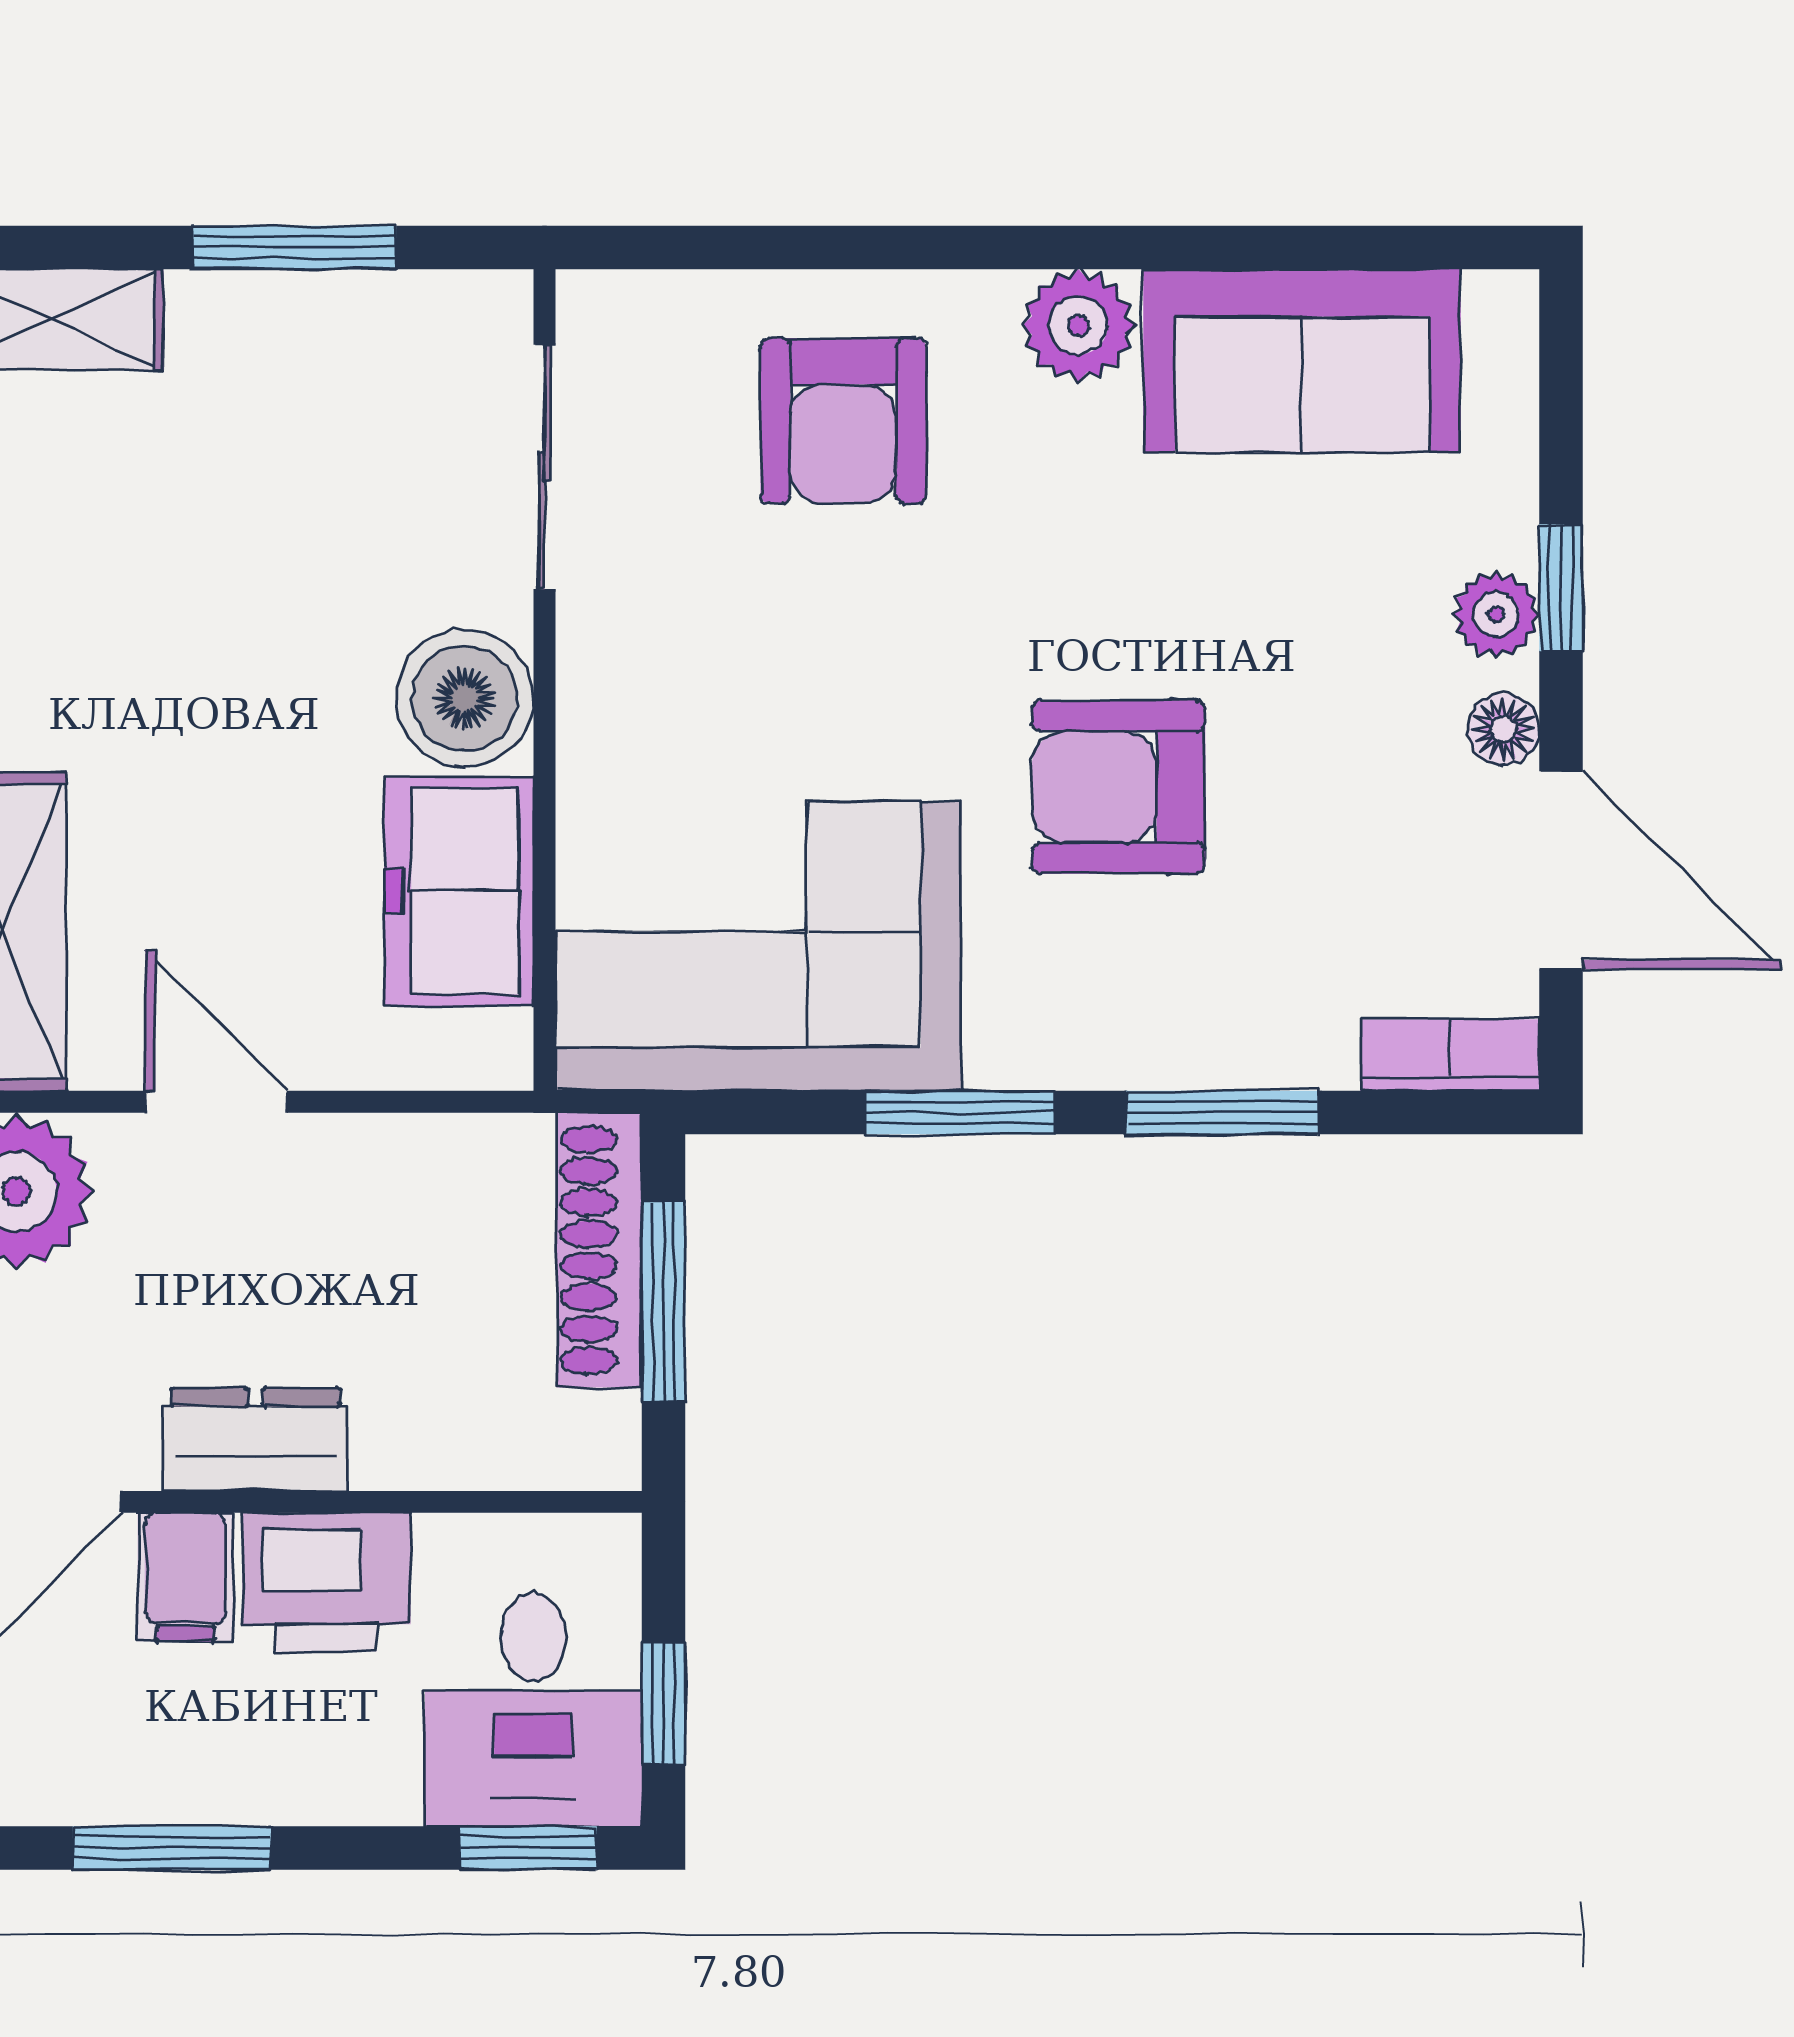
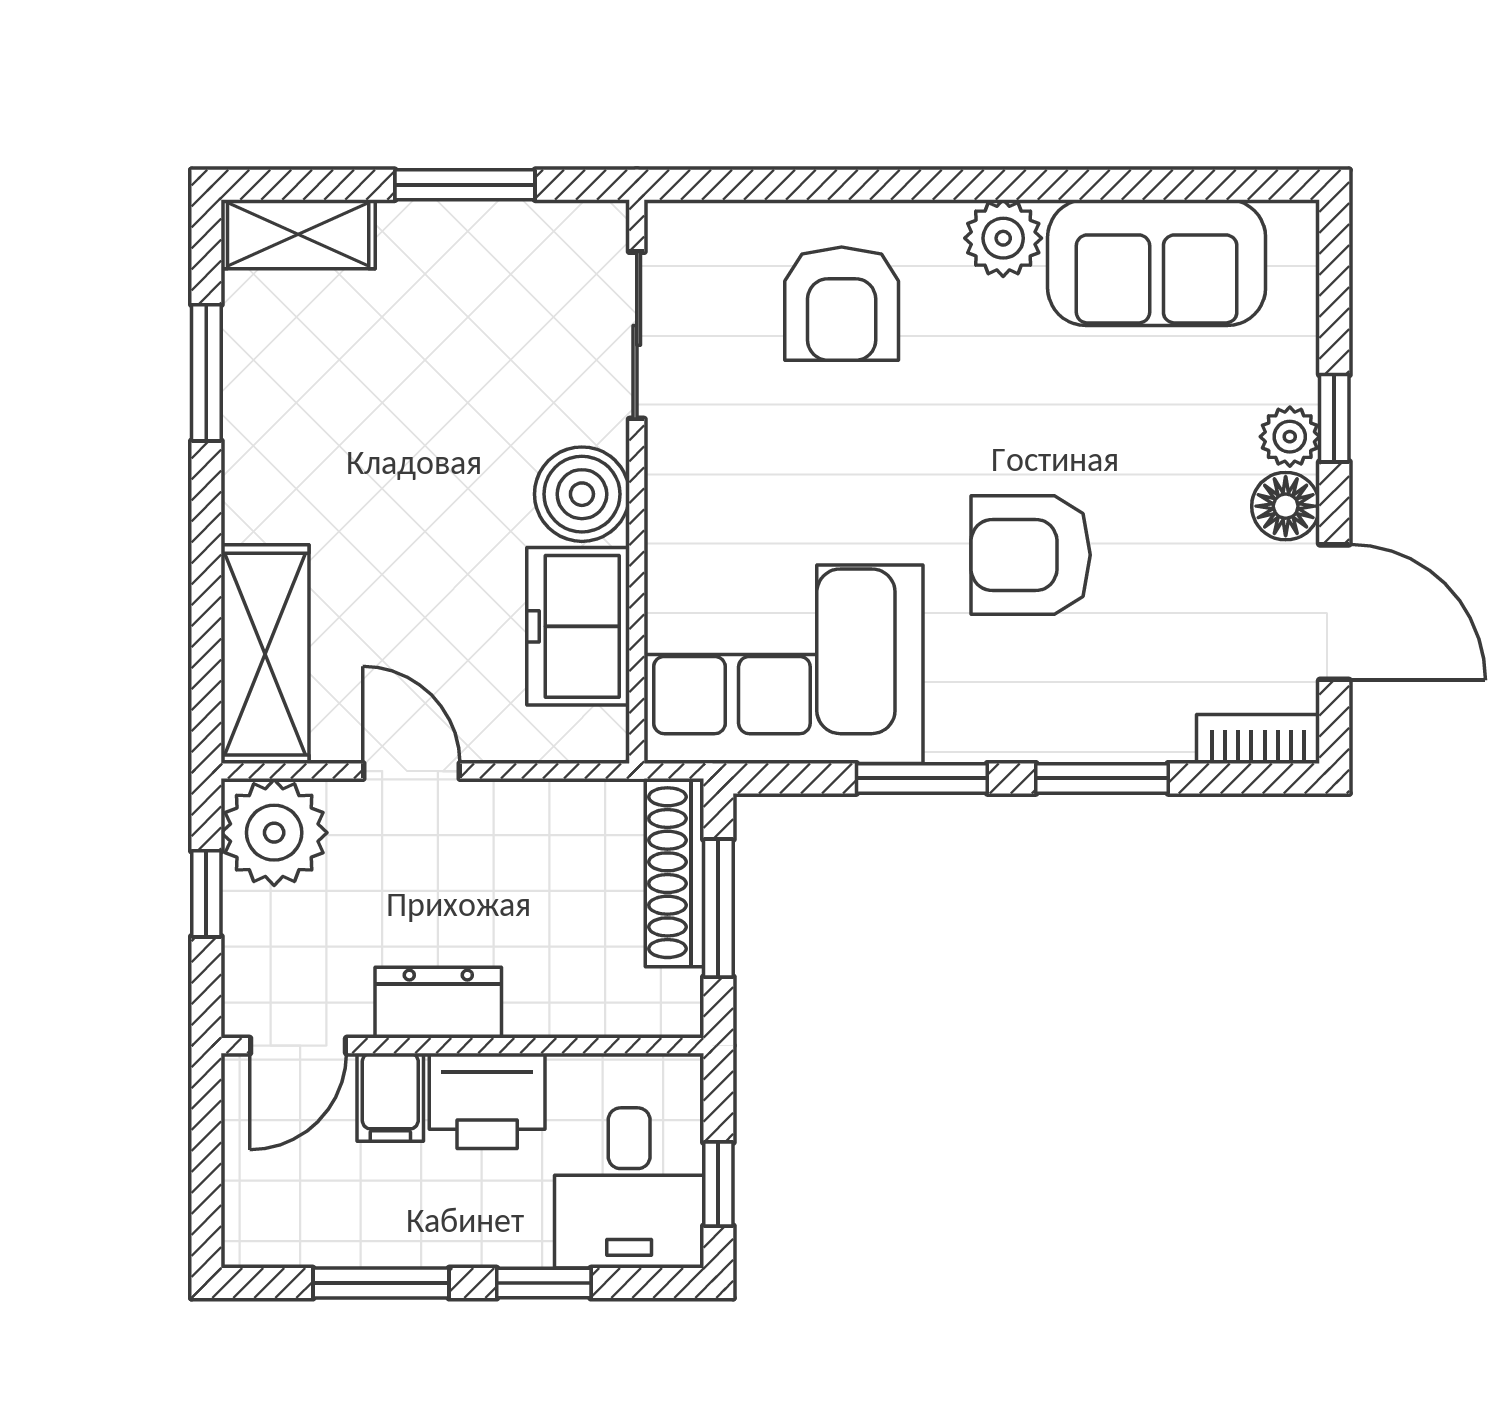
floor lamp: (1503, 729) -> (1286, 506), width x1.37, depth x1.37
window: (528, 1848) -> (544, 1283), moved

